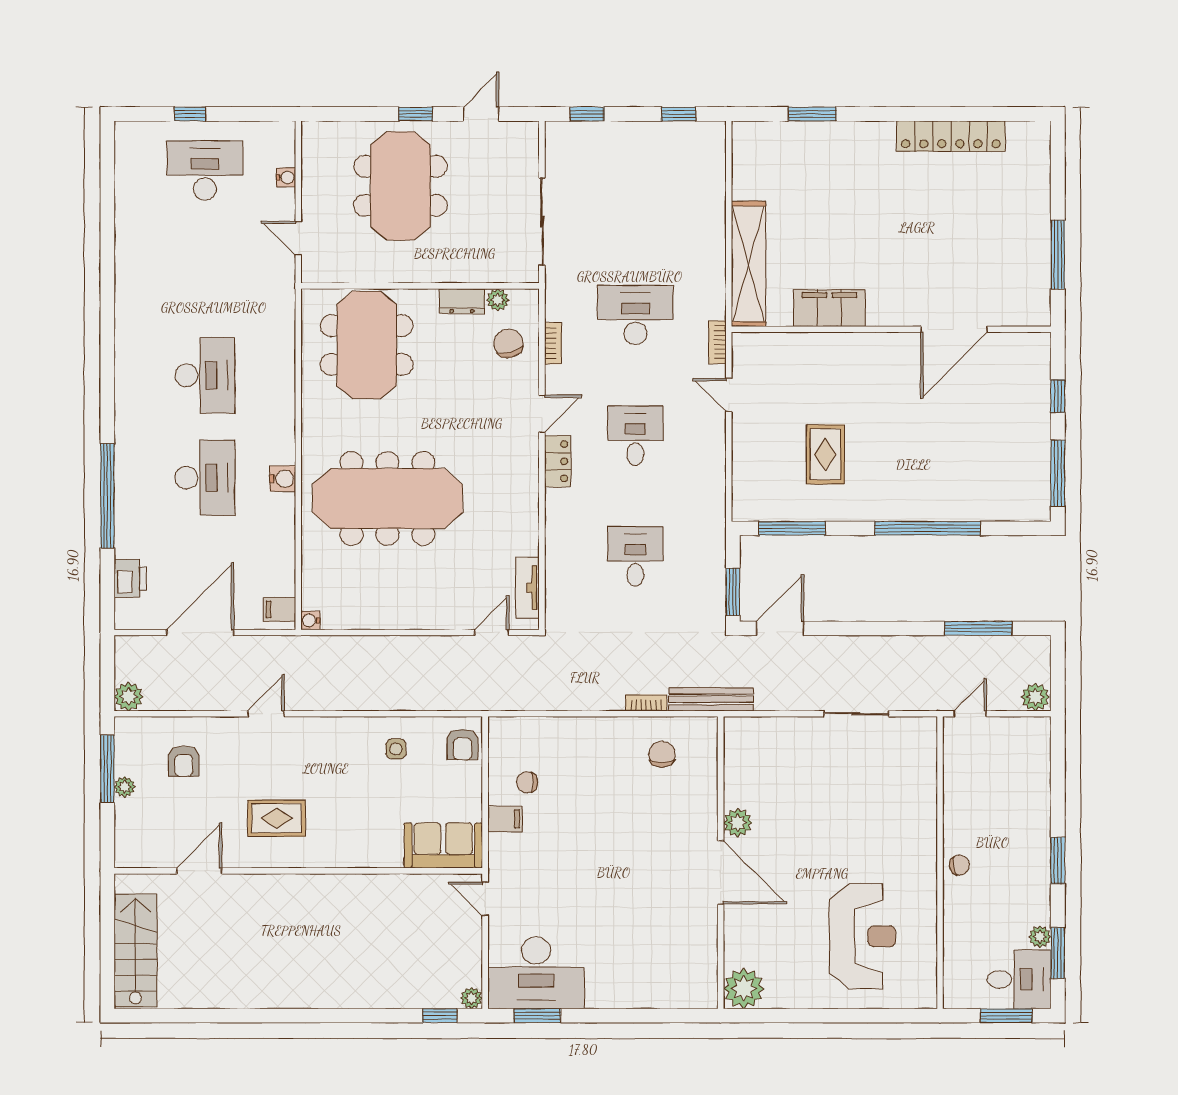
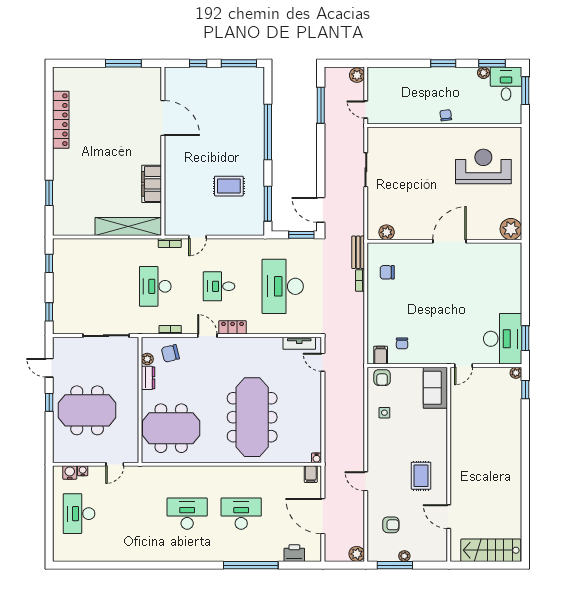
window: (190, 114) -> (49, 521), removed
water cooler: (283, 479) -> (70, 473), moved
desk: (635, 556) -> (283, 286), width x1.87, depth x1.30
bench: (711, 699) -> (358, 252), width x0.73
armchair: (463, 745) -> (382, 378), turned 90
filing cabinet: (505, 819) -> (381, 355), moved
plant: (738, 823) -> (387, 232), moved

